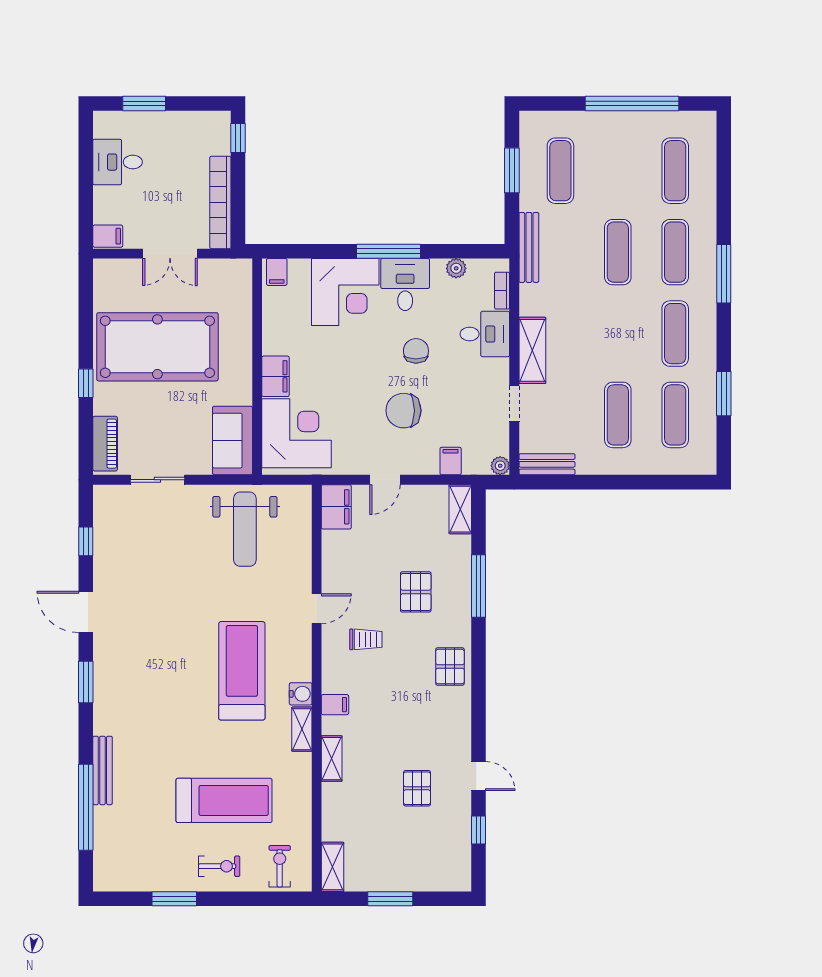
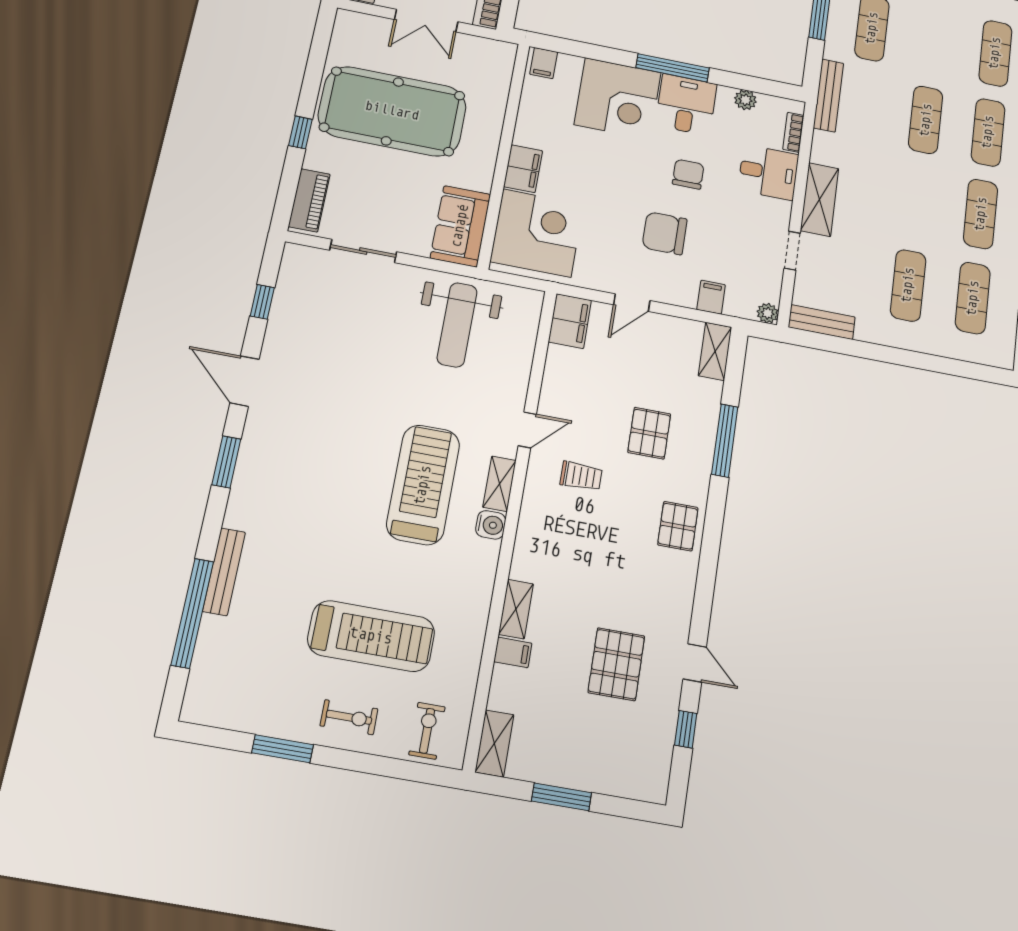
filing cabinet: (335, 705) -> (513, 652), moved
shelving: (302, 729) -> (499, 484), moved
pallet: (417, 788) -> (616, 664), width x1.50, depth x1.42

